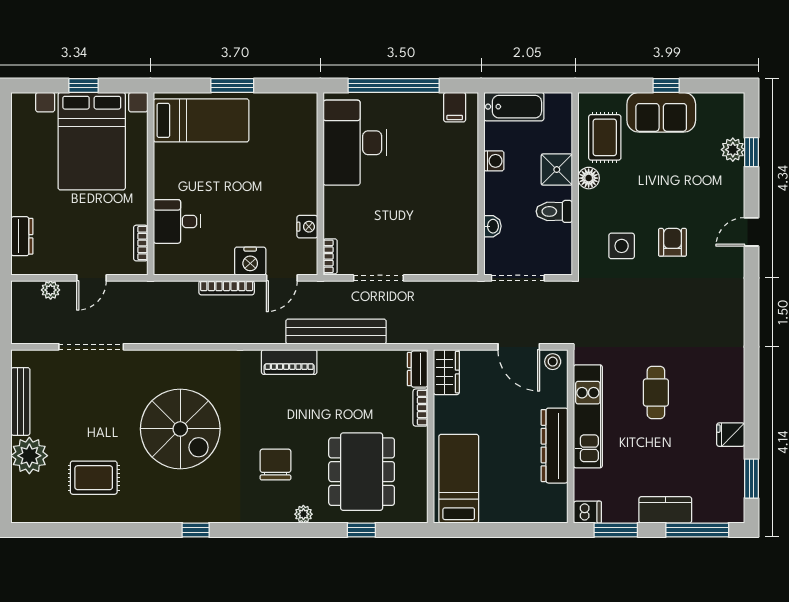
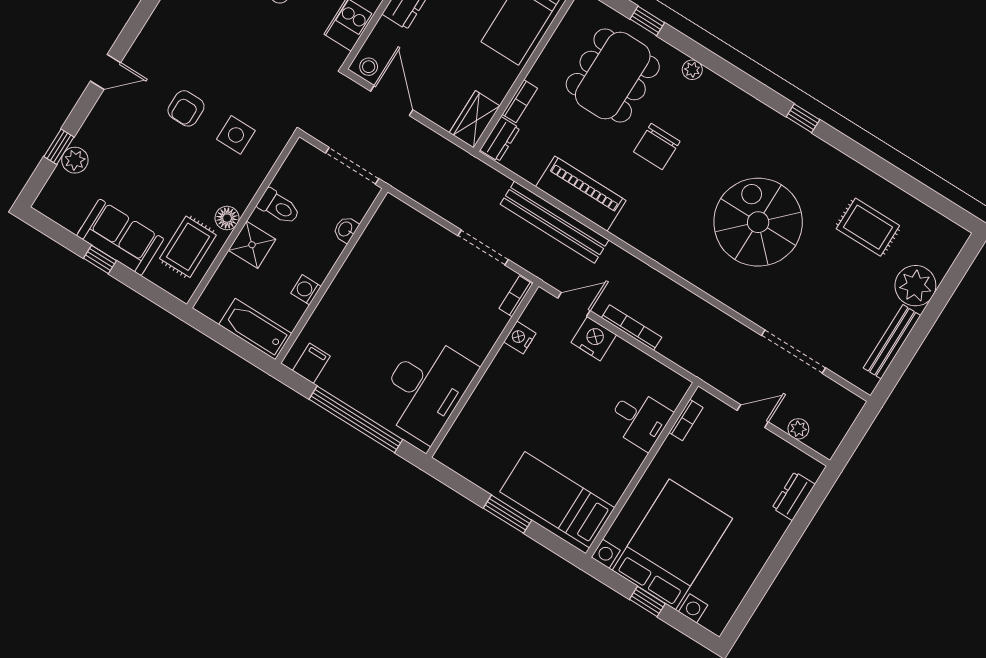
piano: (289, 362) -> (581, 194), moved, width x1.37, depth x1.33
chair: (275, 465) -> (657, 147), moved

